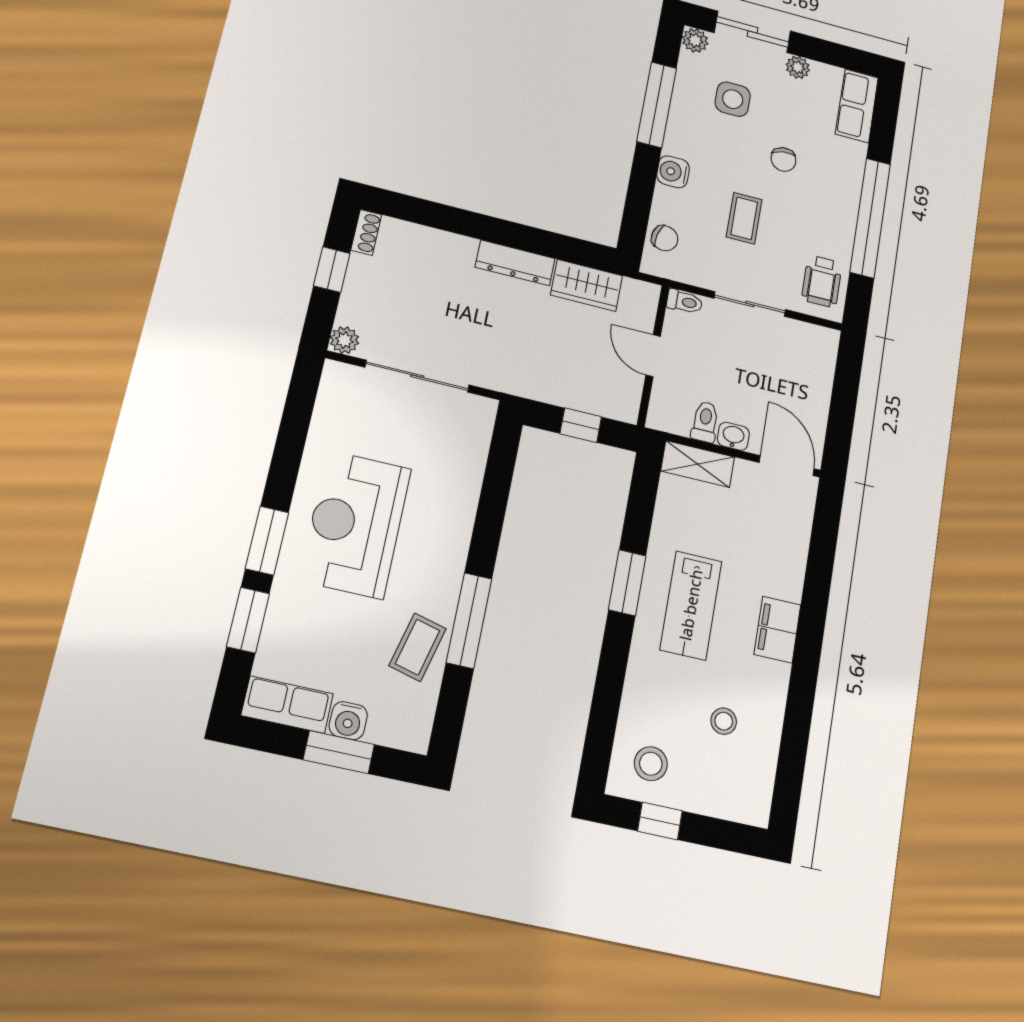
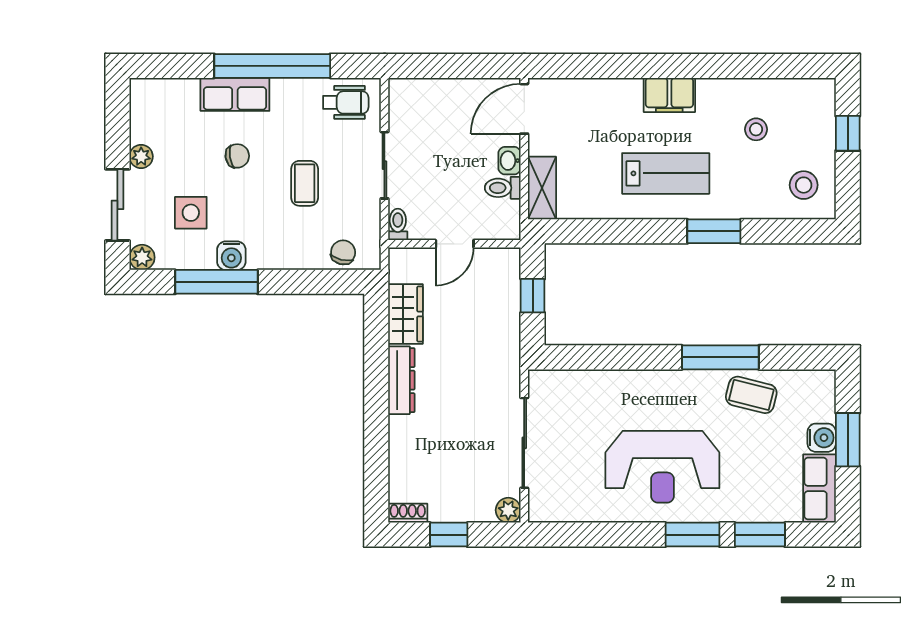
row of seats: (857, 106) -> (235, 94), moved
water cooler: (673, 172) -> (231, 256), moved
coffee table: (744, 218) -> (305, 183), turned 90
window: (627, 583) -> (714, 231), moved
window: (660, 821) -> (848, 133), moved

